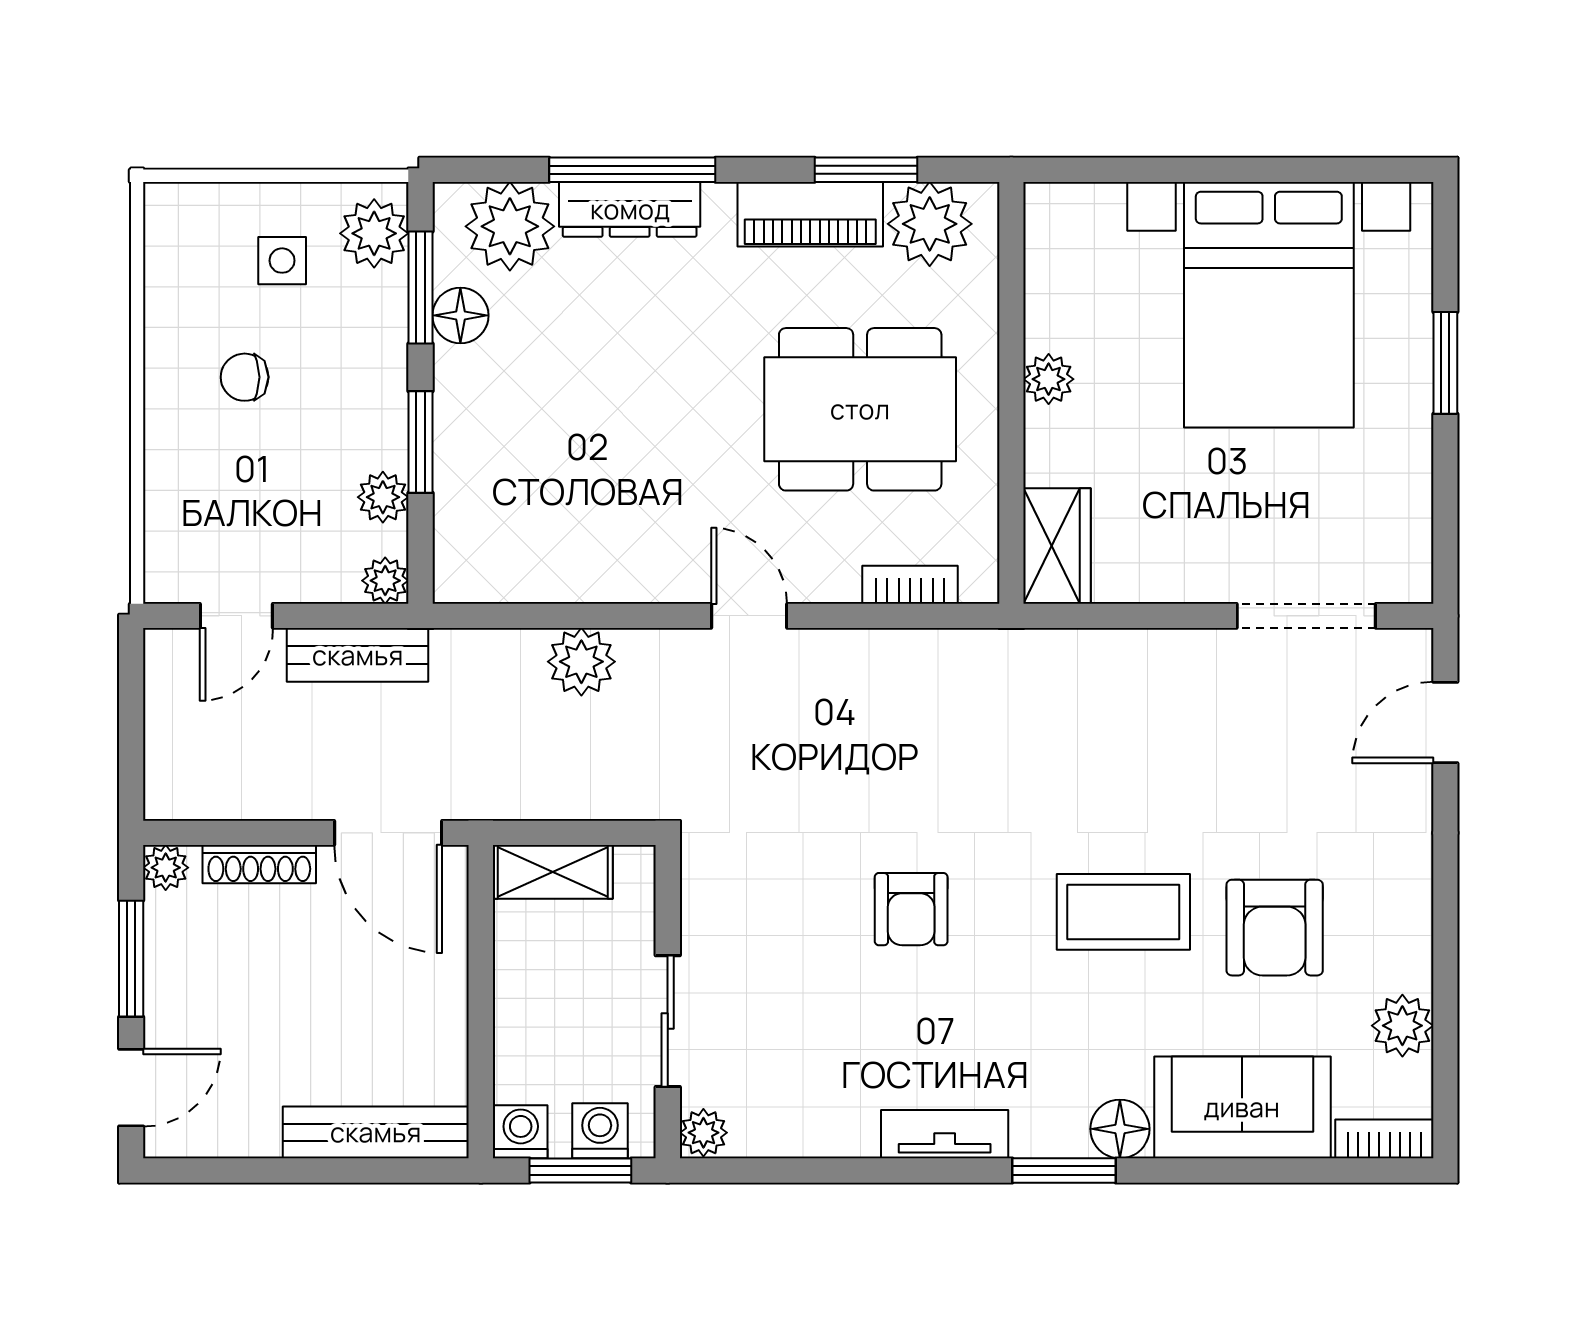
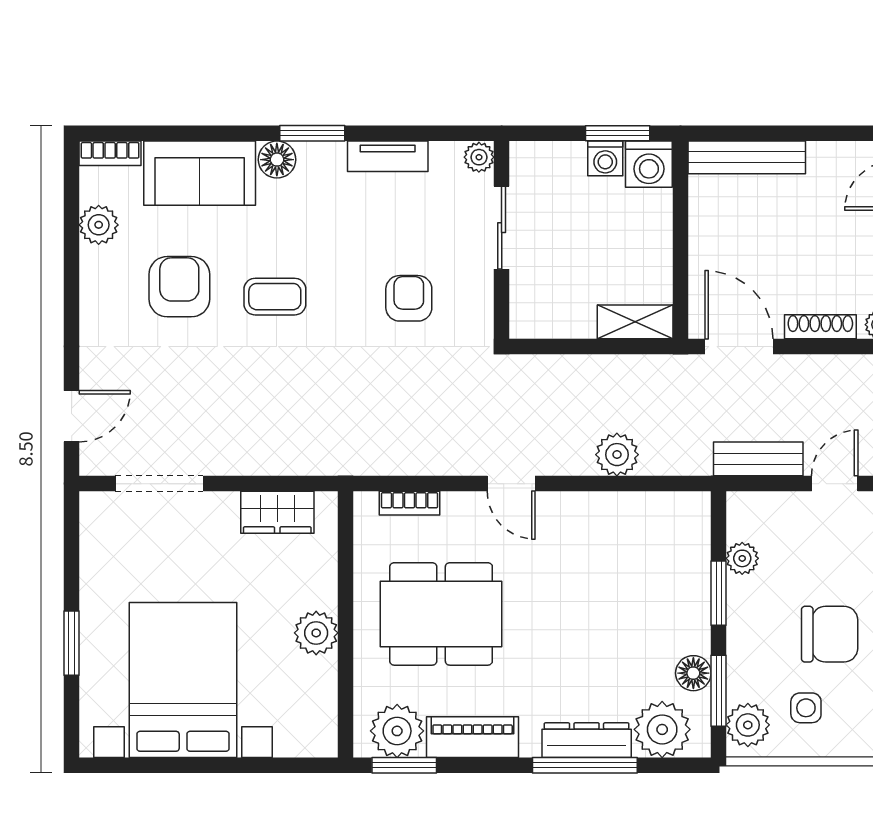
window: (866, 170) -> (404, 765), moved
chair: (245, 377) -> (830, 634), width x1.87, depth x1.87
plant: (1049, 379) -> (316, 633), width x1.38, depth x1.38
wardrobe: (1057, 546) -> (277, 512), moved, turned -90
plant: (385, 581) -> (741, 506), removed
coffee table: (1123, 912) -> (275, 297), width x0.73, depth x0.77
wall: (668, 1002) -> (502, 240), moved
sliding door: (668, 1021) -> (502, 228), moved
washing machine: (521, 1132) -> (649, 164), width x1.38, depth x1.38
plant: (703, 1133) -> (479, 157), moved

